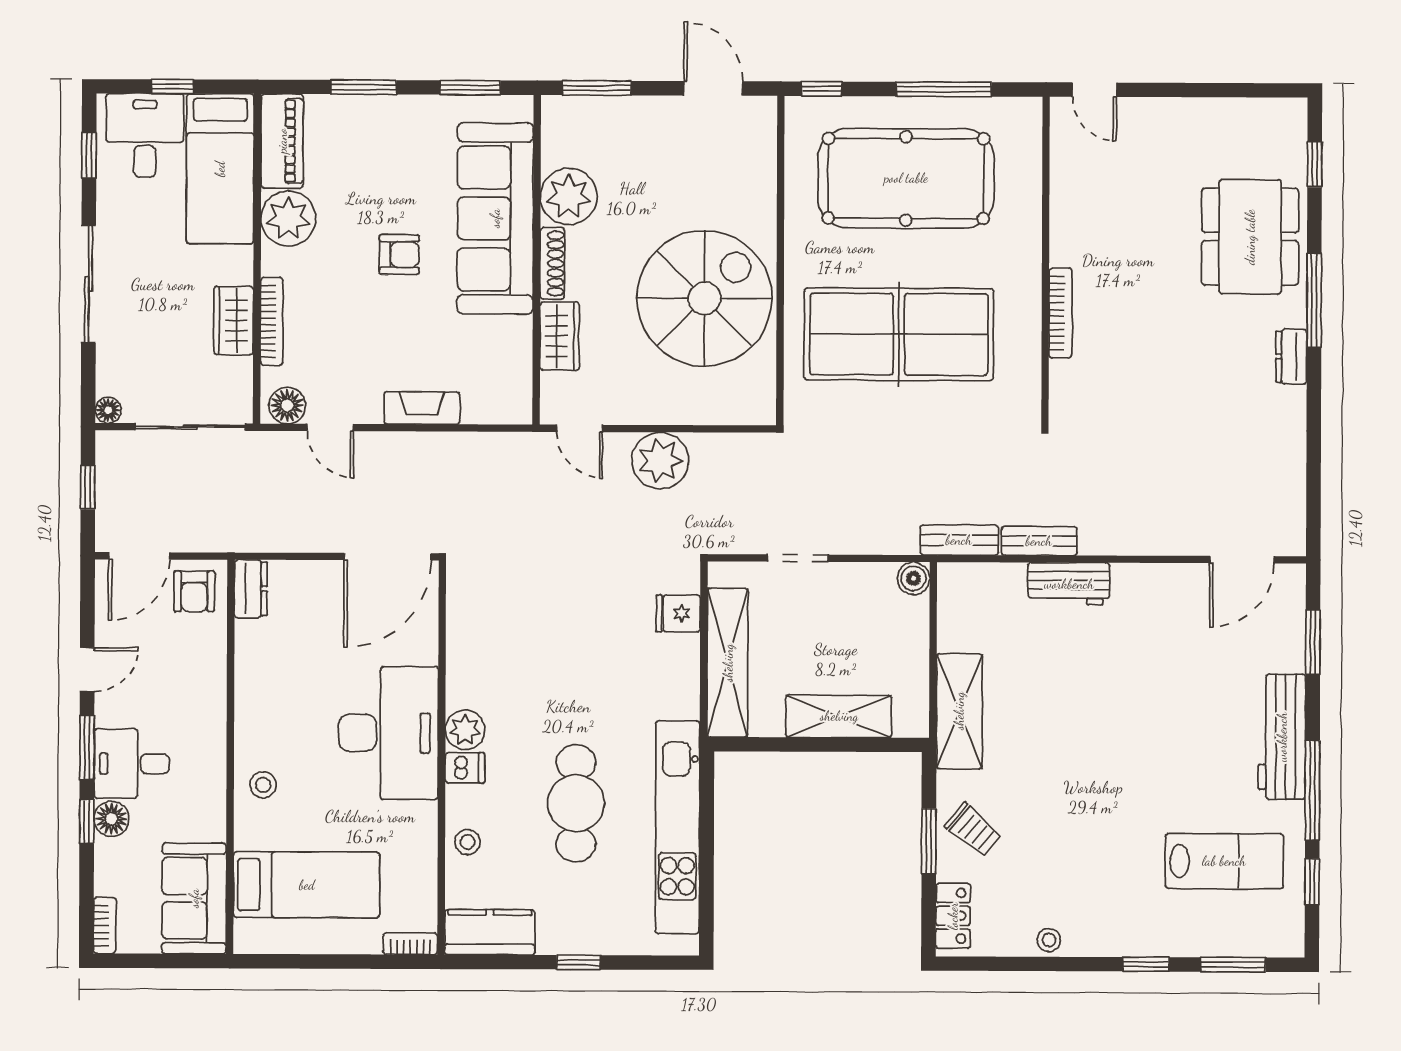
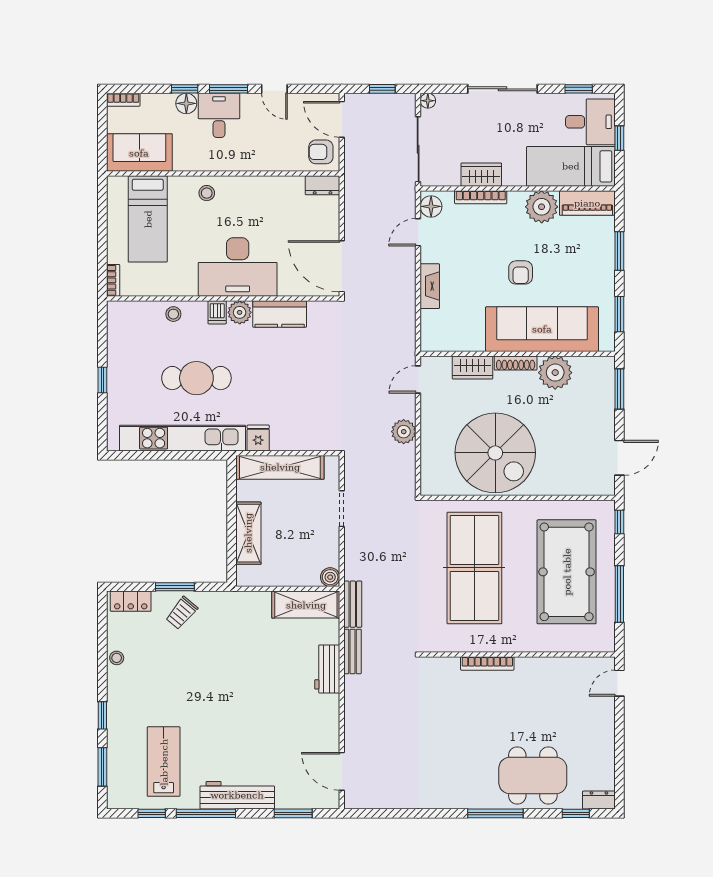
dresser: (1291, 357) -> (599, 800), moved
plant: (660, 461) -> (404, 432), width x0.73, depth x0.73
fridge: (678, 613) -> (258, 438), moved
shelving: (959, 711) -> (306, 605), moved
lab bench: (1224, 861) -> (164, 762), turned 180
kitchen counter: (490, 932) -> (280, 314), moved, turned 90

